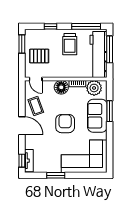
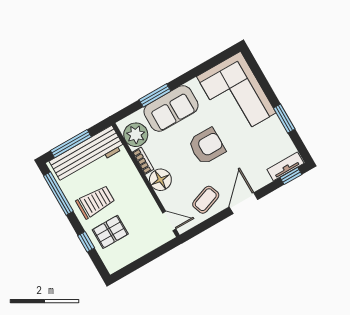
window: (22, 44) -> (132, 267), removed
pallet: (39, 56) -> (110, 232), moved, turned 90
door: (36, 79) -> (169, 221), hinge flipped
armchair: (65, 124) -> (207, 146), turned 180

